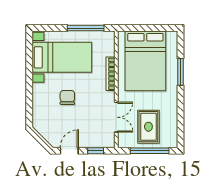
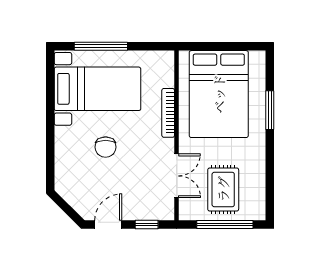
window: (86, 28) -> (101, 46), moved
chair: (67, 97) -> (106, 147), turned 180

